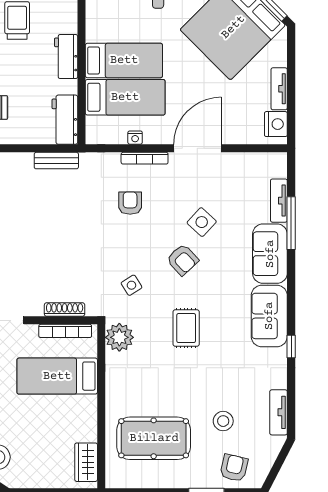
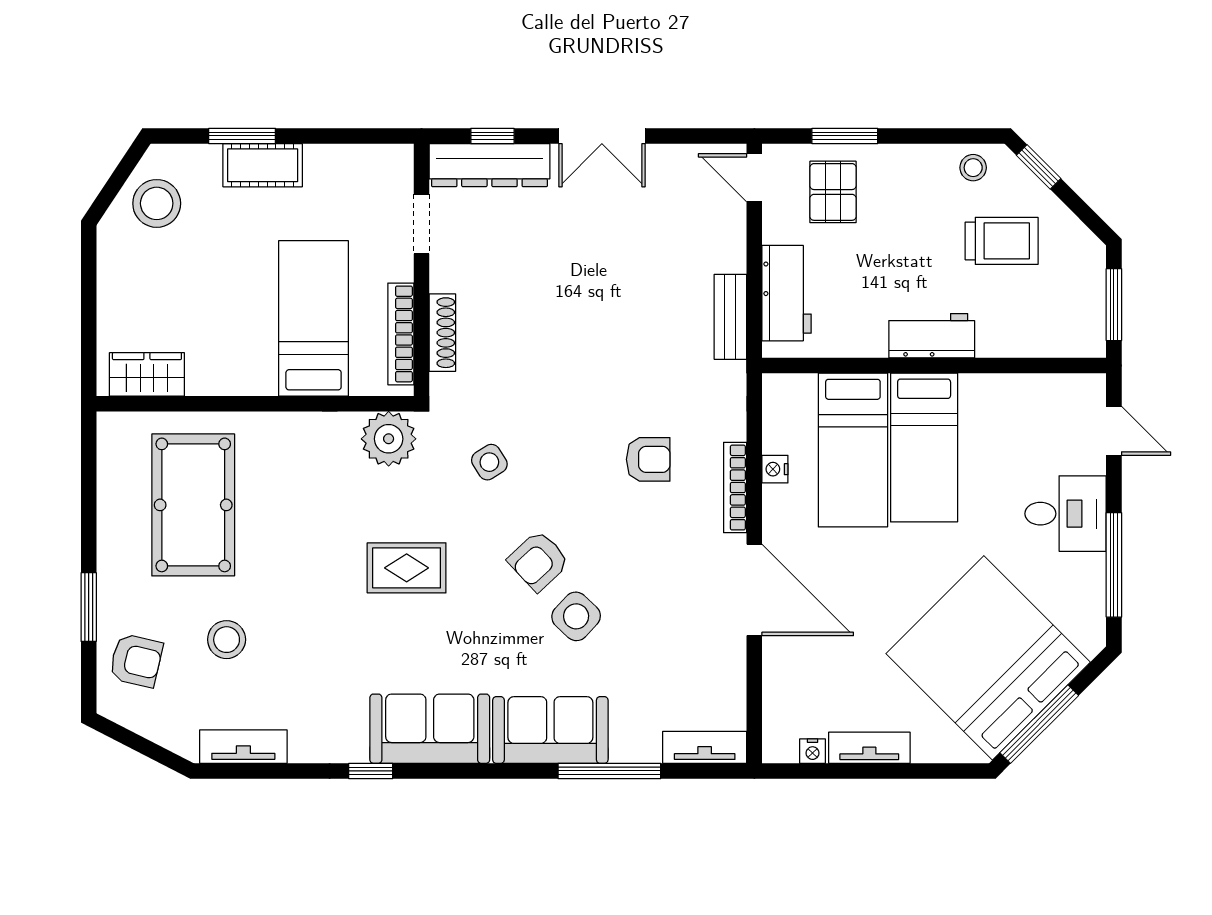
workbench: (65, 120) -> (787, 293), moved, turned 90
nightstand: (276, 124) -> (813, 751), width x0.53, depth x0.56
tv unit: (279, 201) -> (705, 747), moved
side table: (202, 222) -> (576, 616), moved

